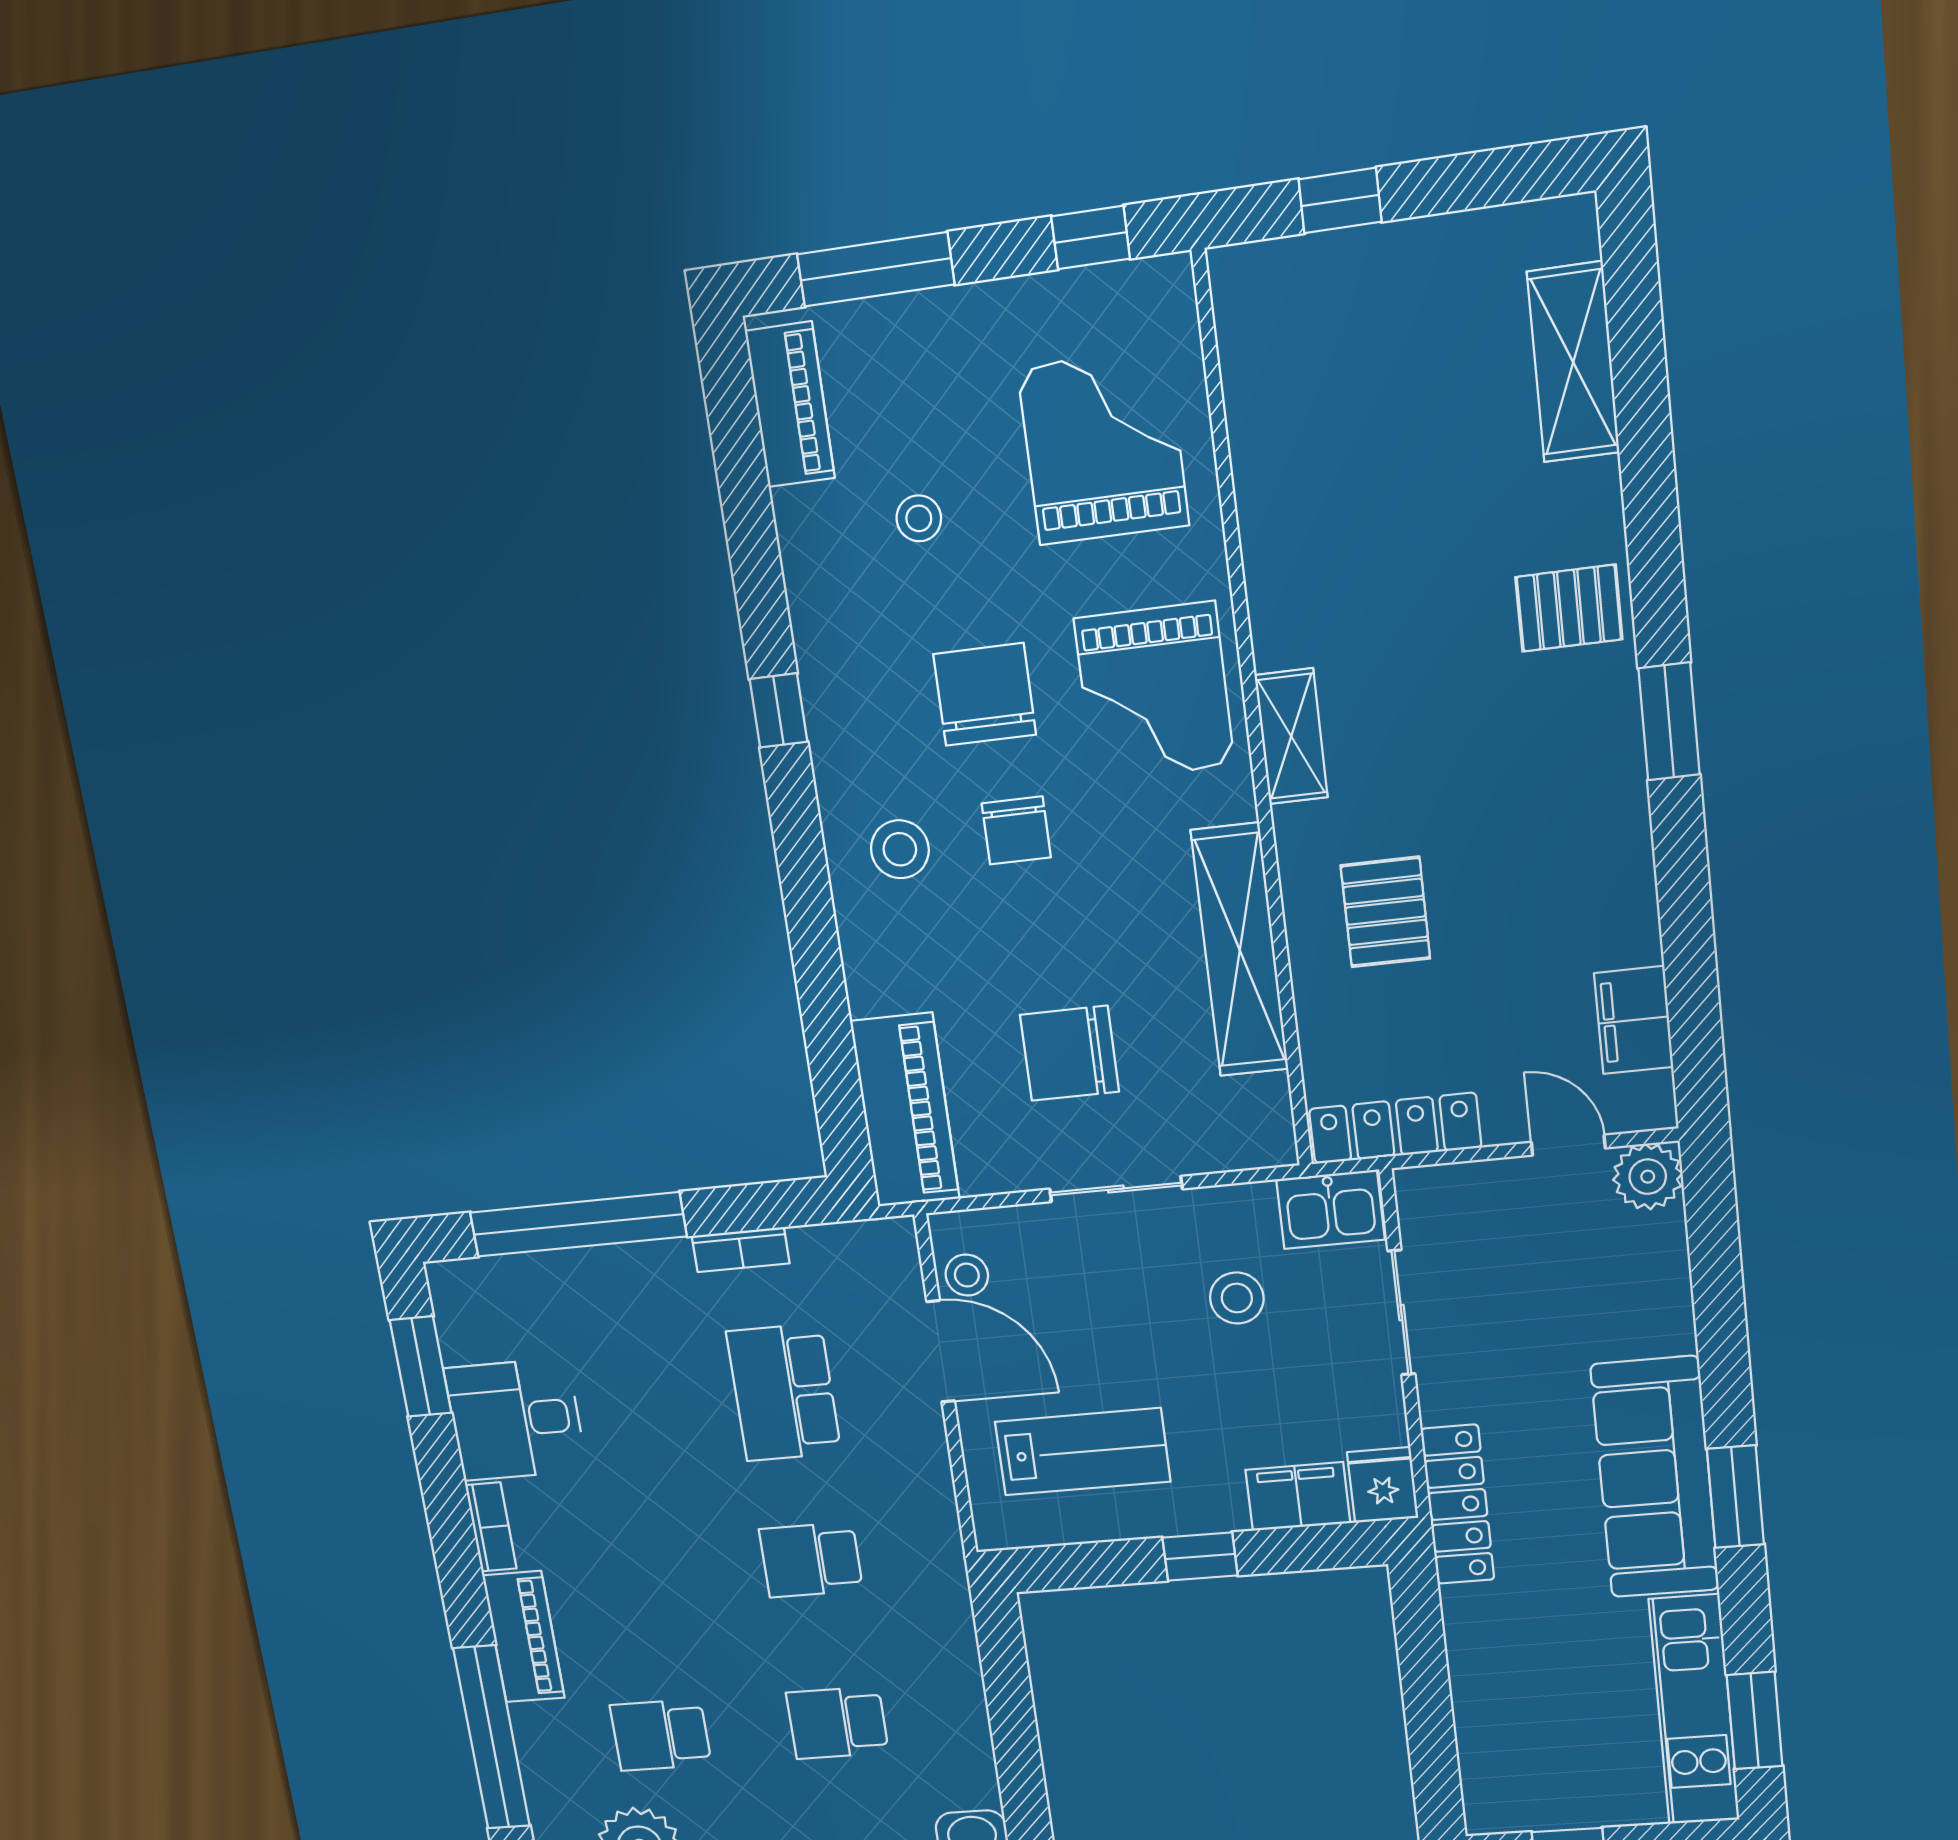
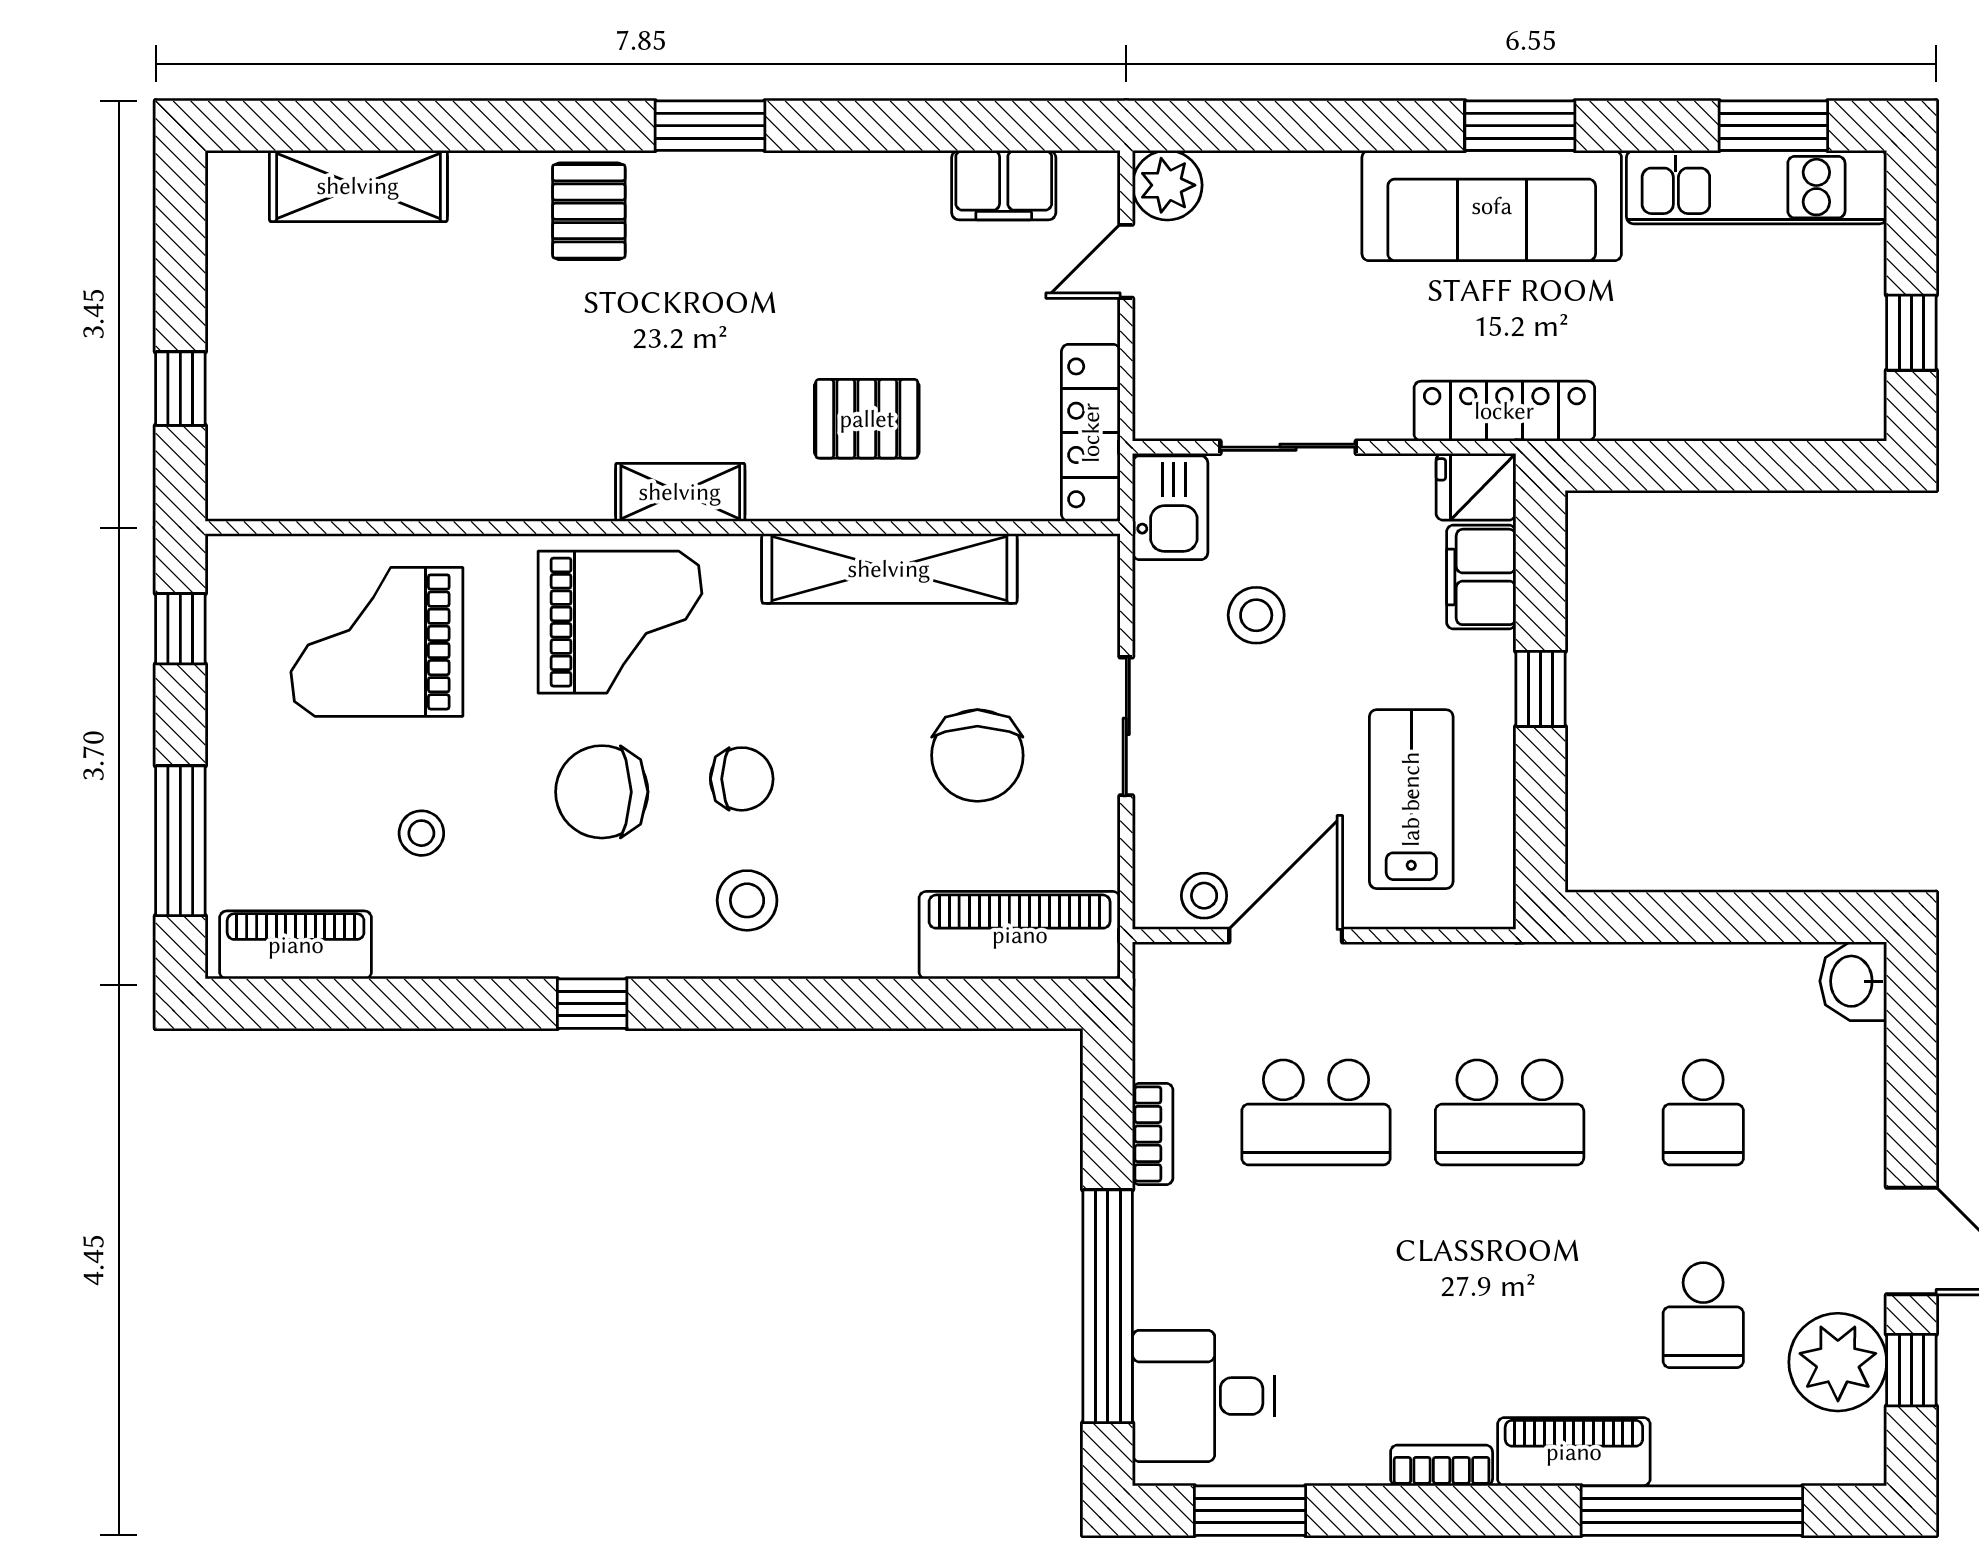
desk: (515, 1419) -> (1203, 1396), moved, turned 90
school desk: (811, 1560) -> (1510, 1112), width x1.85

